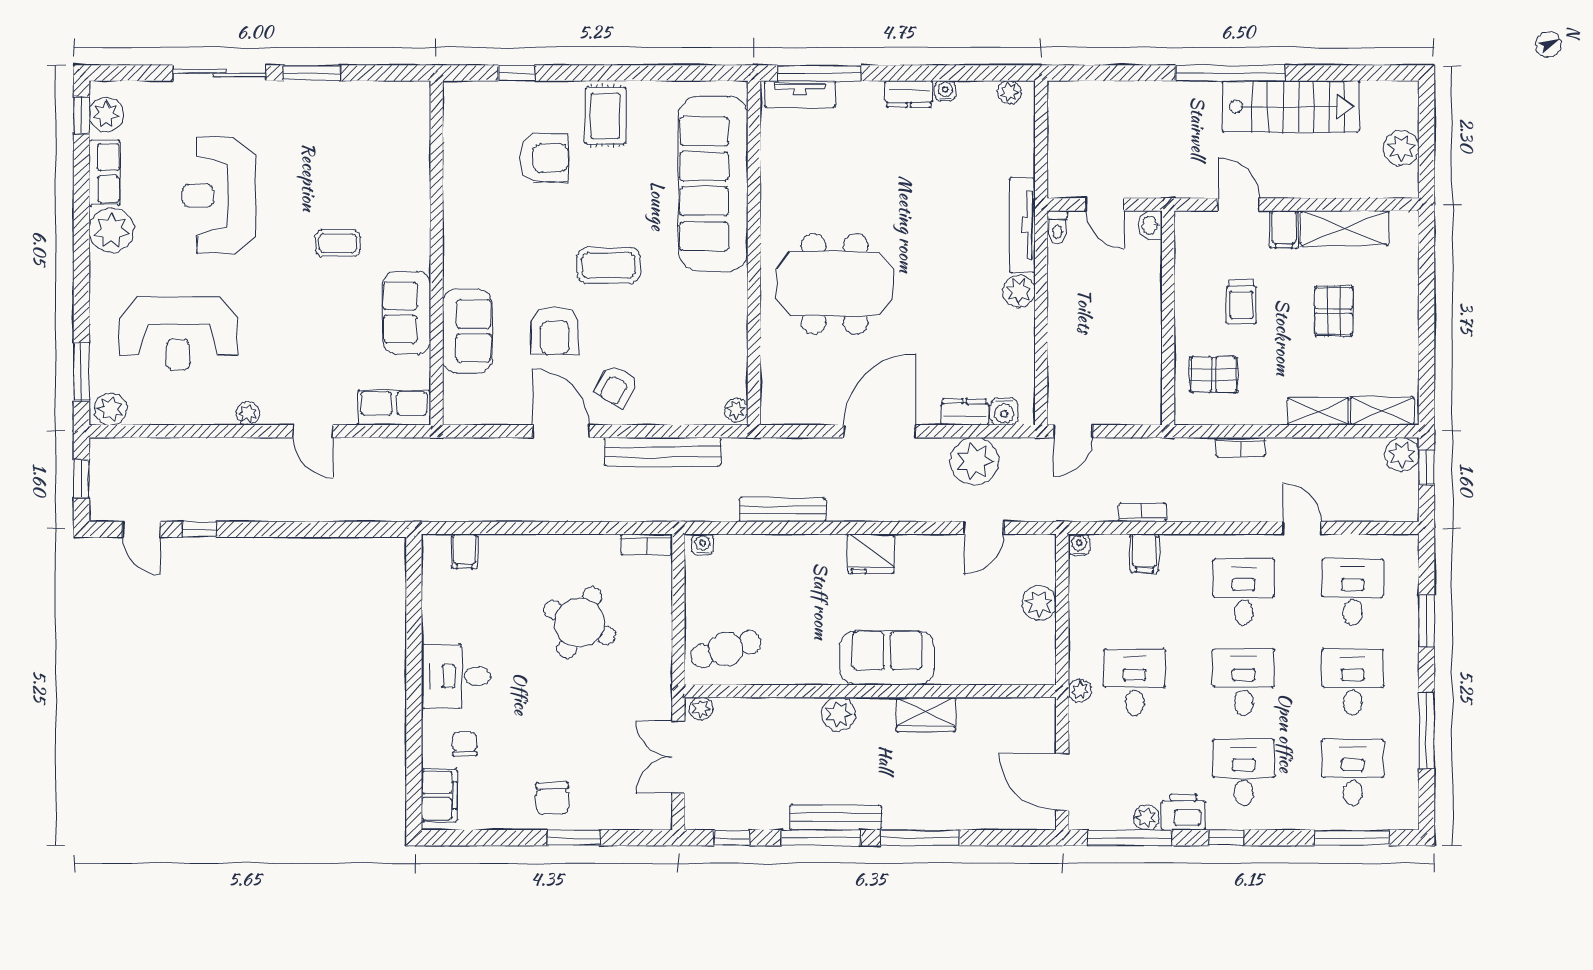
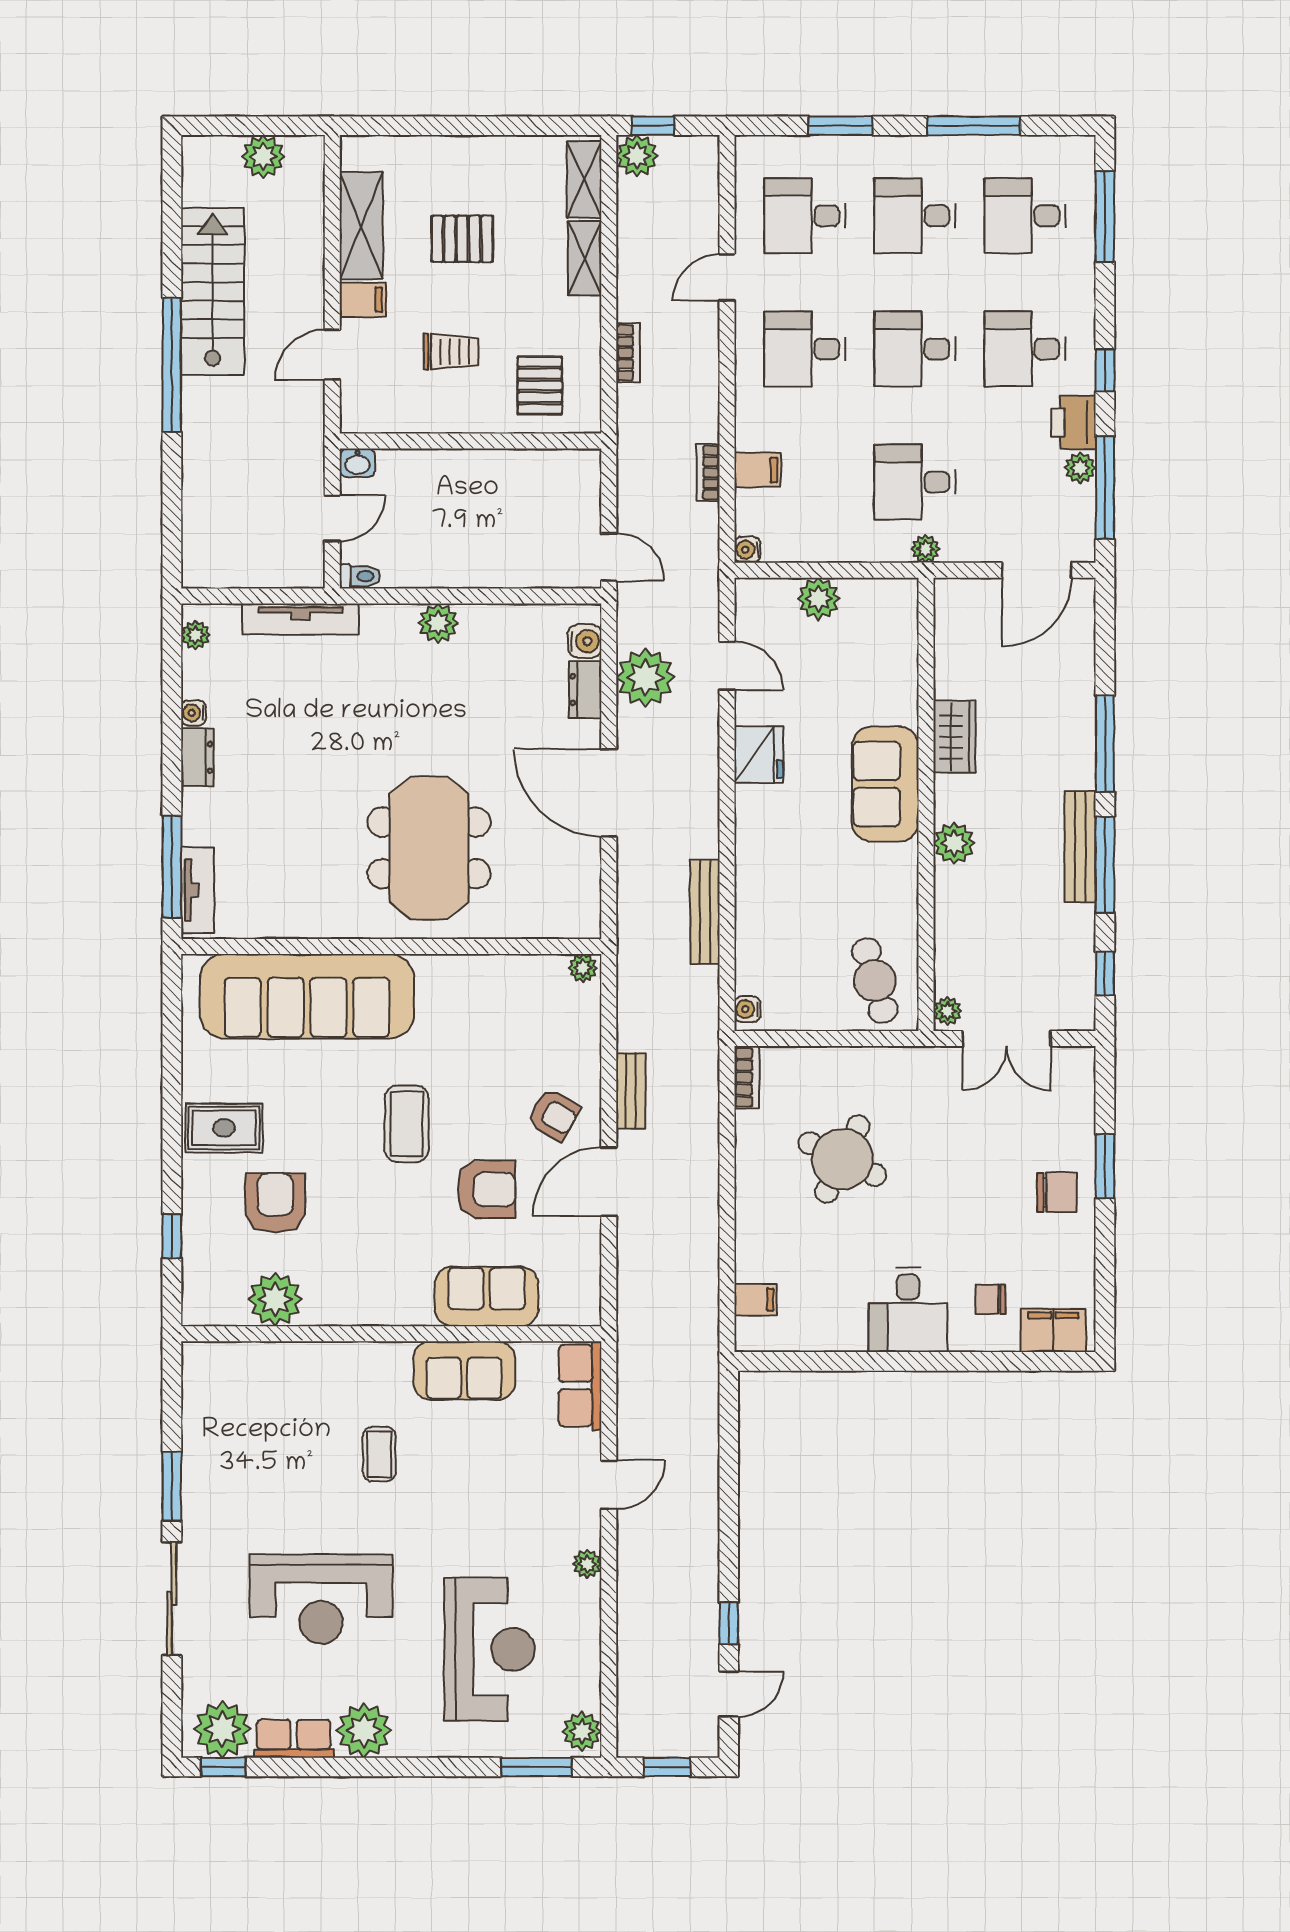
plant: (106, 114) -> (222, 1729), width x1.36, depth x1.36
plant: (465, 158) -> (275, 1299), added
tv unit: (1022, 225) -> (300, 619), moved
bench: (663, 452) -> (631, 1091), width x0.54, depth x0.82
fridge: (871, 554) -> (759, 755), moved

